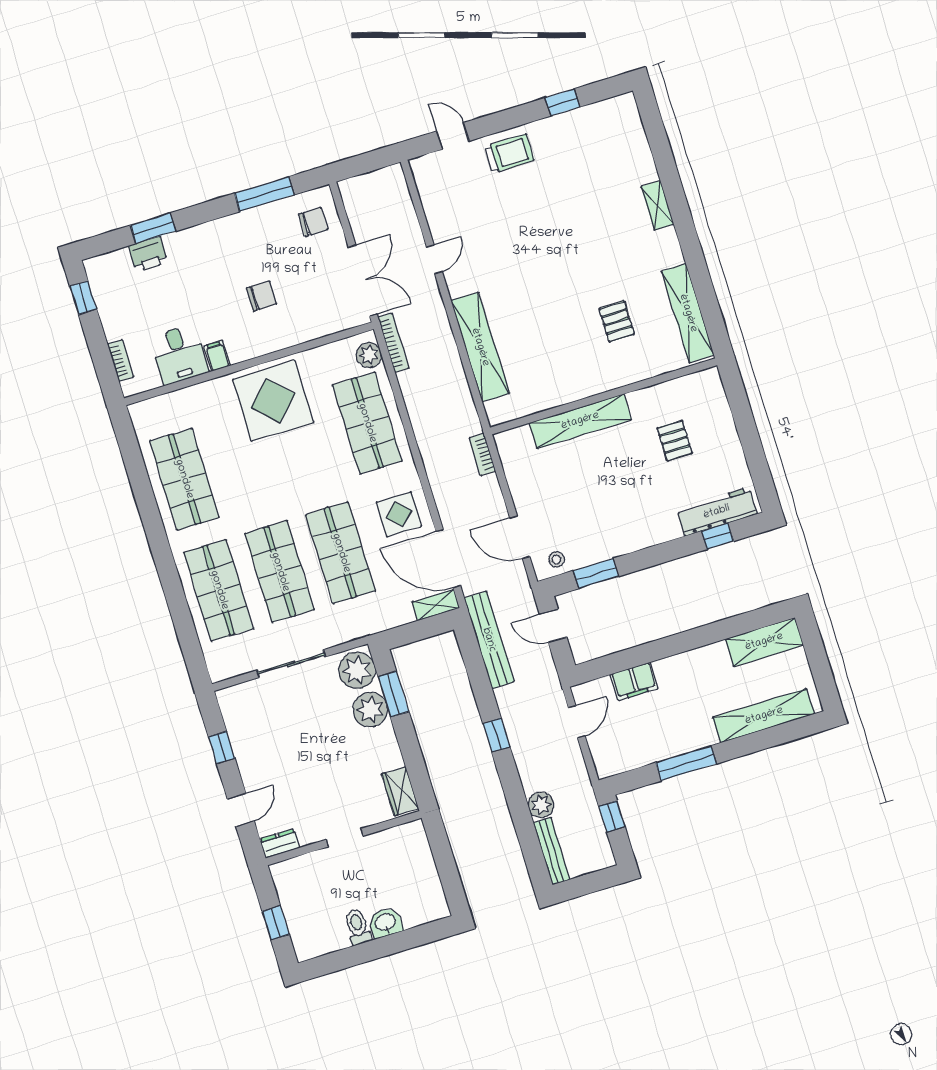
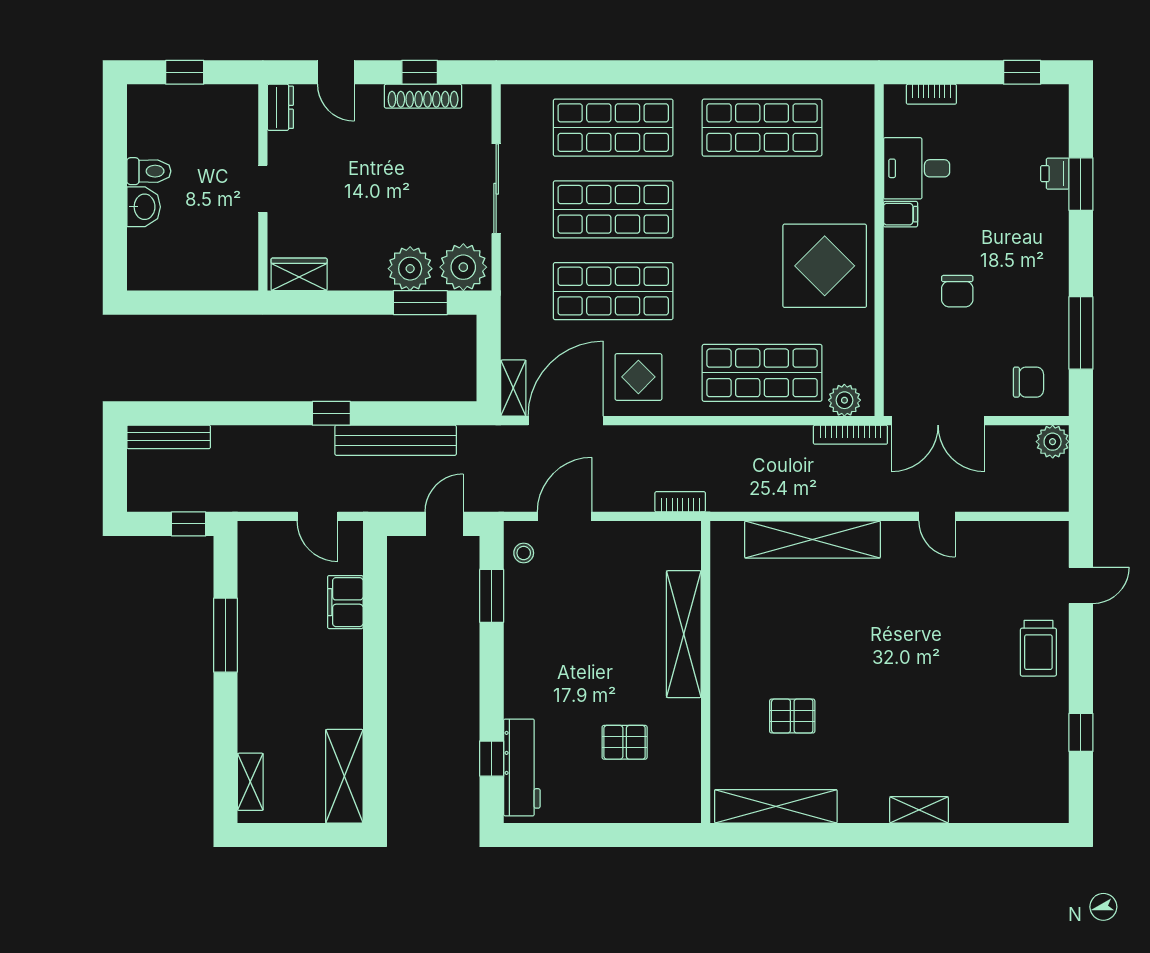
chair: (313, 222) -> (1029, 382), turned -90
printer: (148, 254) -> (1055, 174), width x0.73, depth x0.81
bench: (489, 640) -> (396, 440), moved
shelving: (764, 716) -> (250, 782), width x0.45, depth x0.75
shoe rack: (239, 740) -> (423, 96), added
plant: (541, 805) -> (1053, 442), moved

